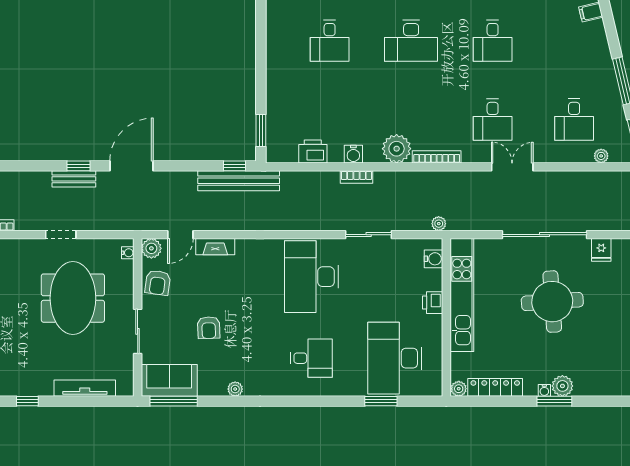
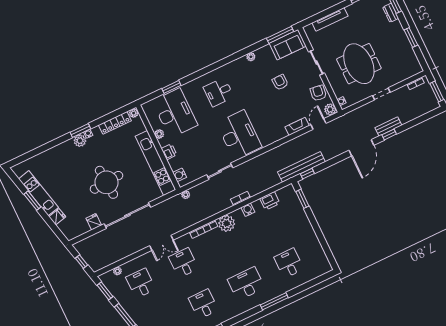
plant: (435, 337) -> (159, 134), added

